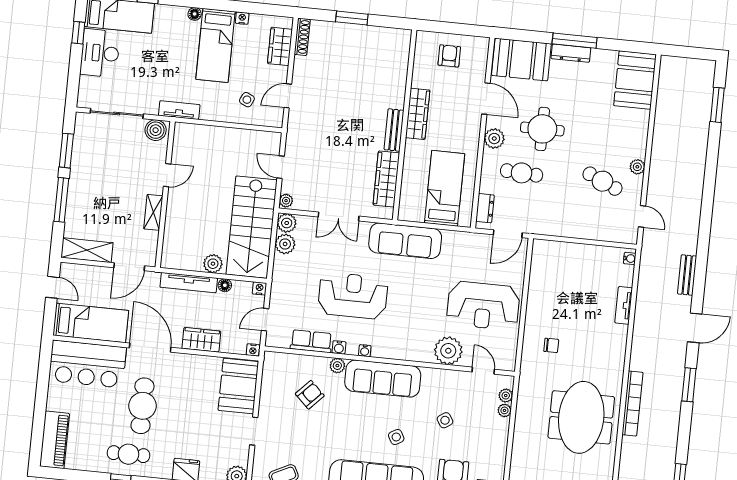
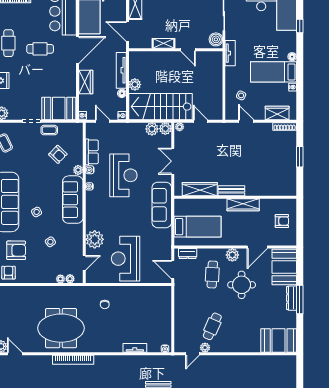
door: (281, 167) -> (200, 121), hinge flipped
plant: (637, 167) -> (205, 348), moved
coffee table: (271, 404) -> (49, 130), added
cafe table: (142, 406) -> (40, 49), width x0.73, depth x0.74

